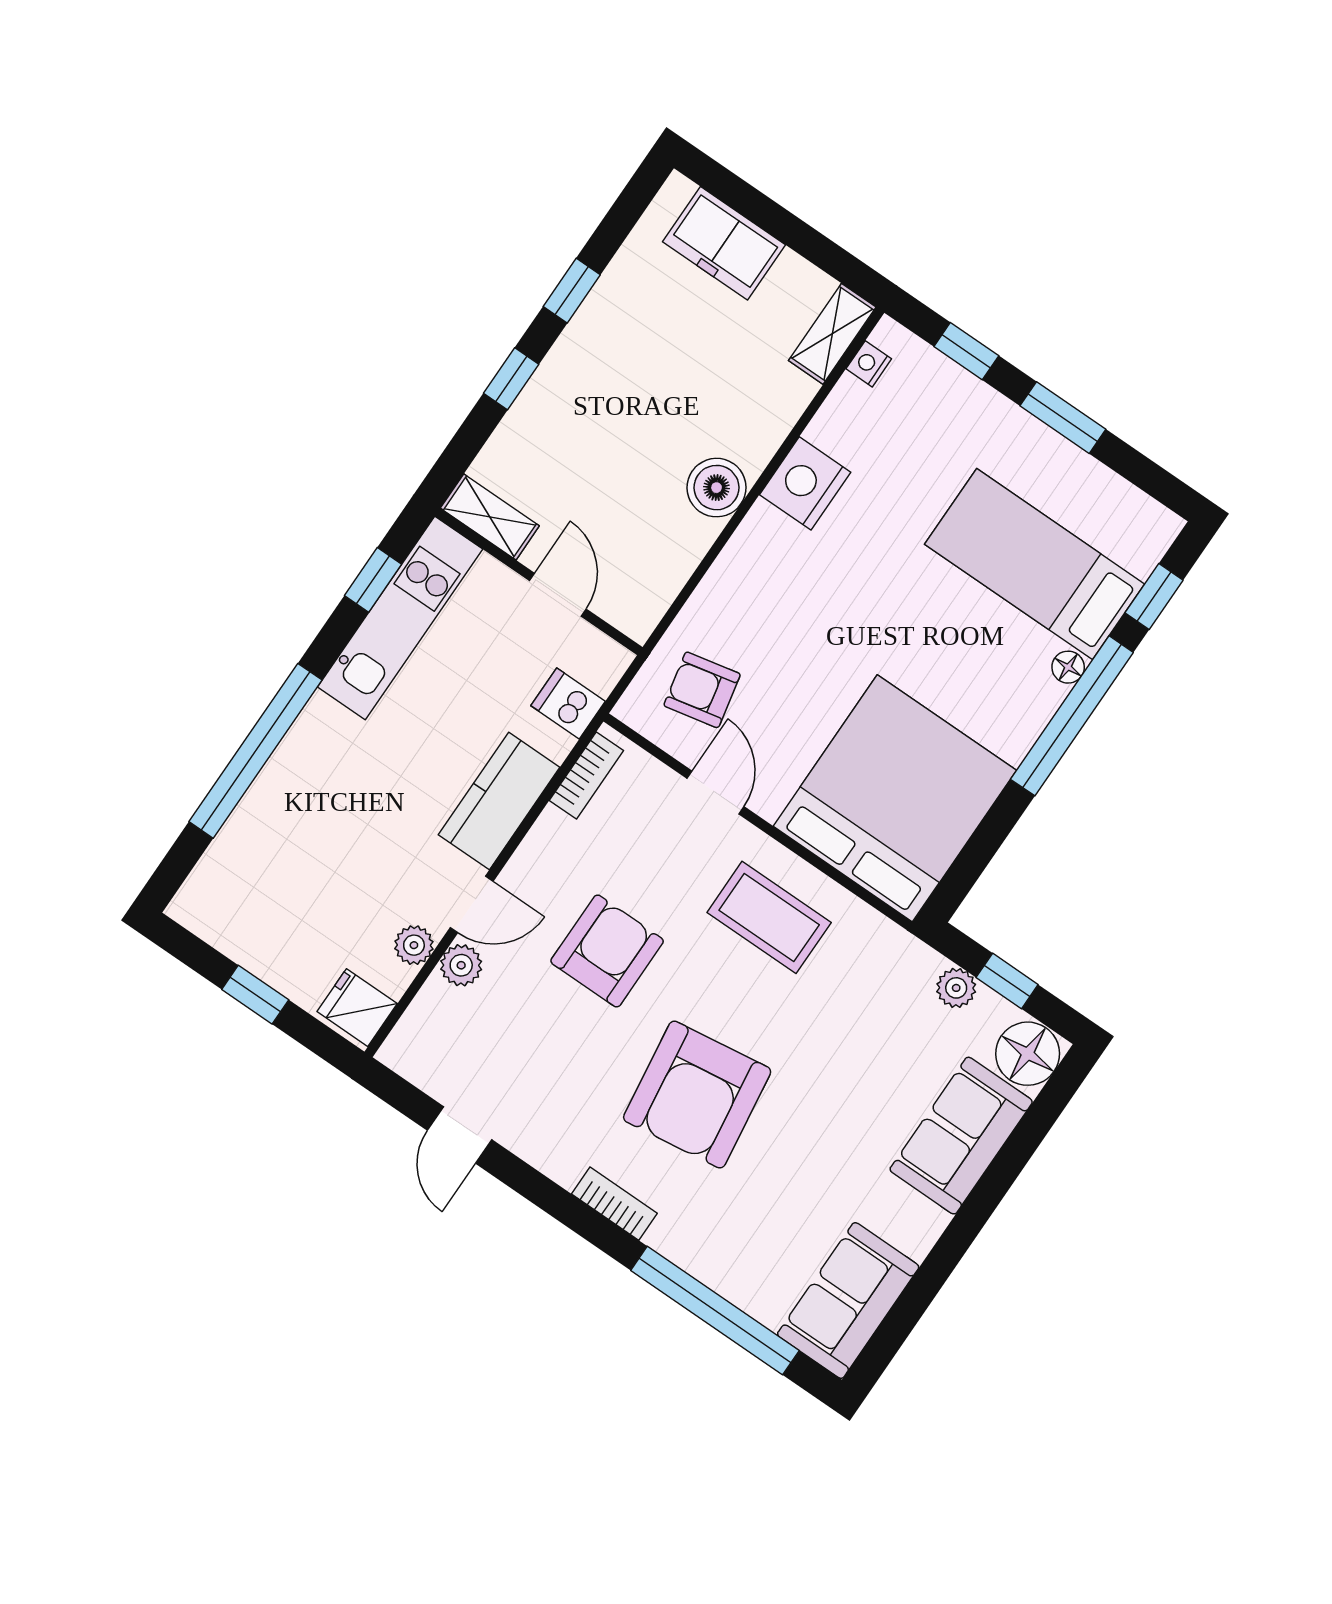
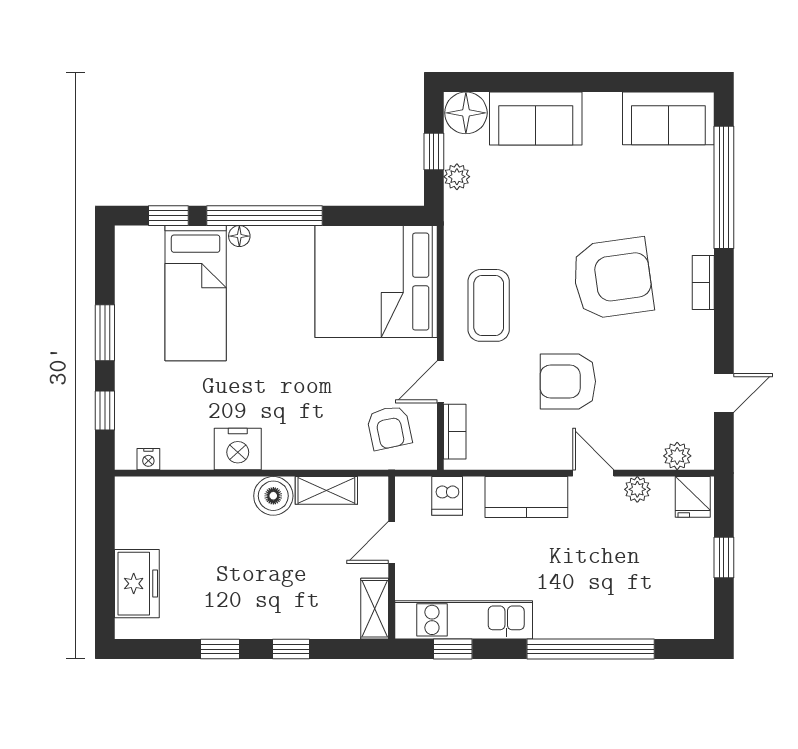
shelving: (832, 334) -> (326, 490), moved
bookcase: (586, 775) -> (455, 432), moved, turned 90
plant: (461, 965) -> (677, 456), moved

